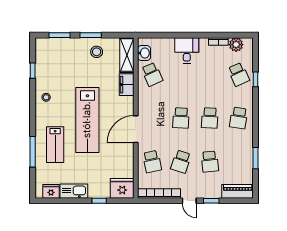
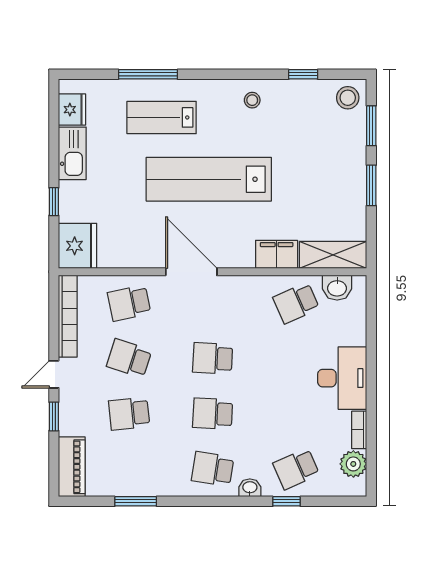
desk: (187, 50) -> (342, 378), width x1.37
stool: (97, 52) -> (348, 98), moved
washbasin: (248, 99) -> (250, 488), added

